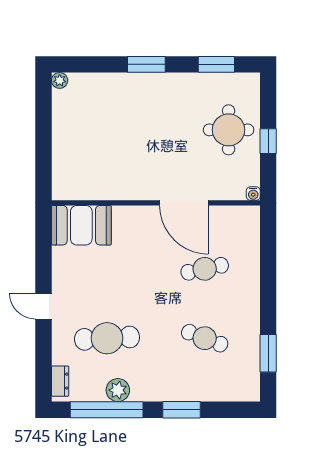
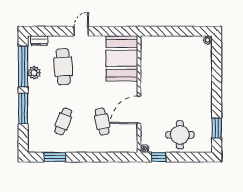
window: (146, 64) -> (217, 89), removed
window: (268, 141) -> (159, 157), moved
booth: (81, 225) -> (122, 58), width x1.36, depth x1.42
window: (181, 410) -> (23, 108), width x1.44

